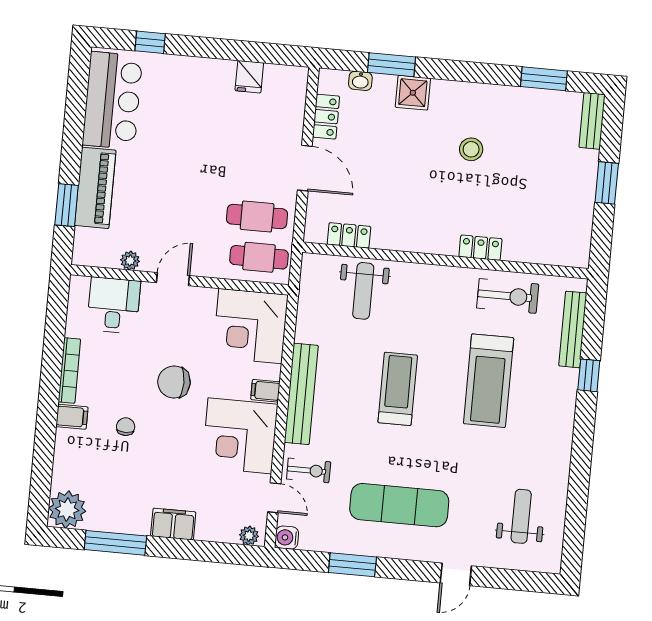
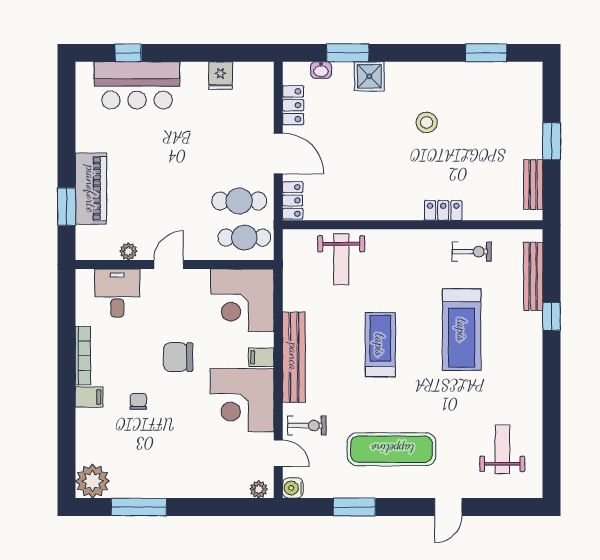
bar counter: (112, 100) -> (137, 85), moved, turned 90
bench: (592, 121) -> (533, 185), moved
locker: (349, 235) -> (293, 200), moved, turned 90
exercise bike: (508, 296) -> (472, 252), width x0.73, depth x0.72
filing cabinet: (173, 524) -> (189, 485), removed

